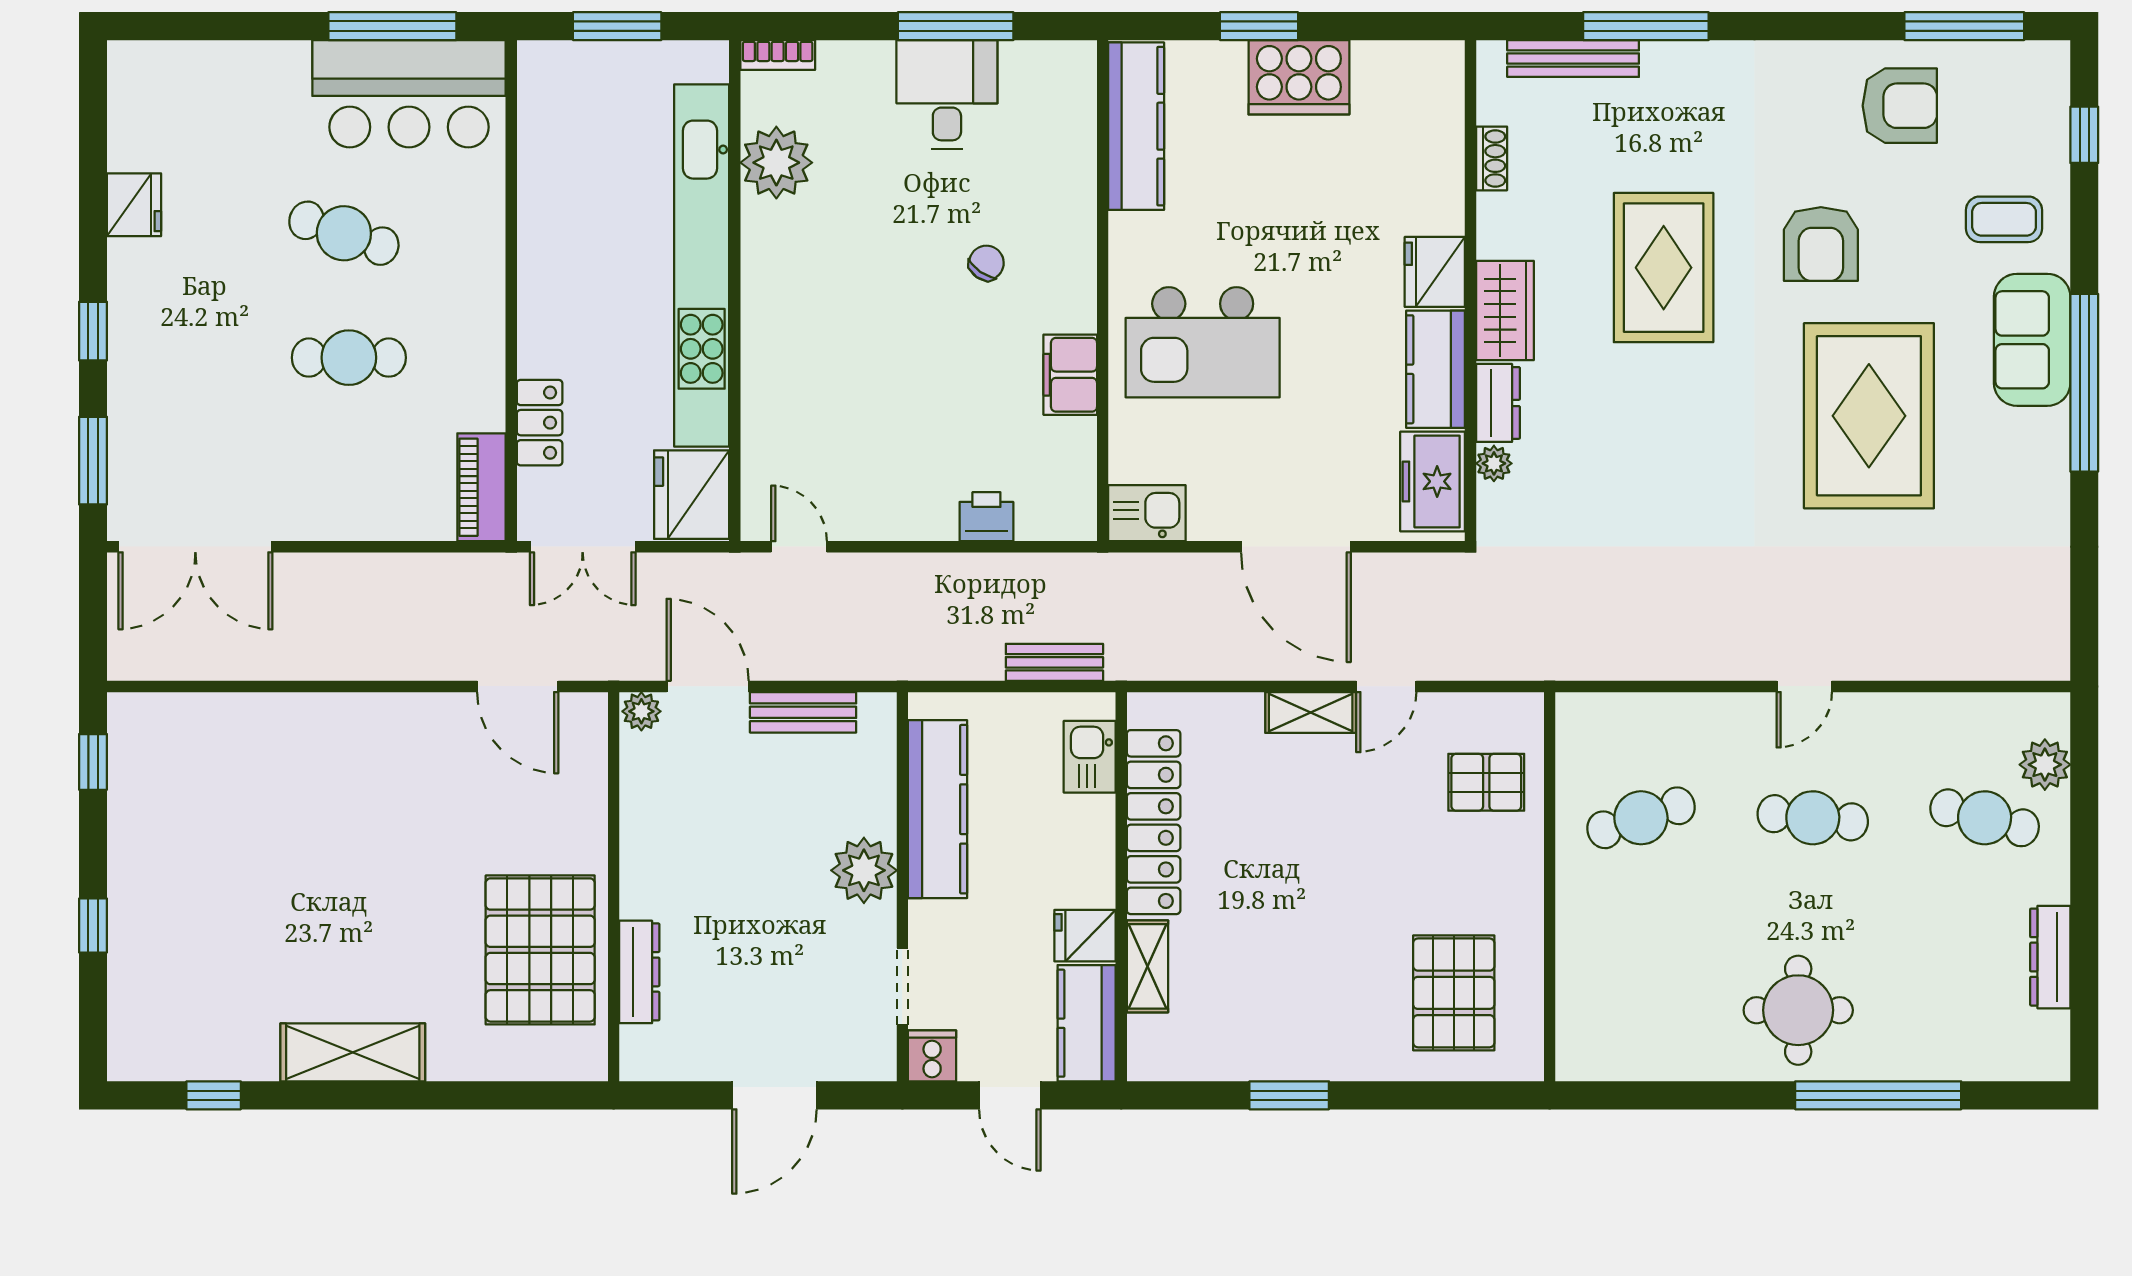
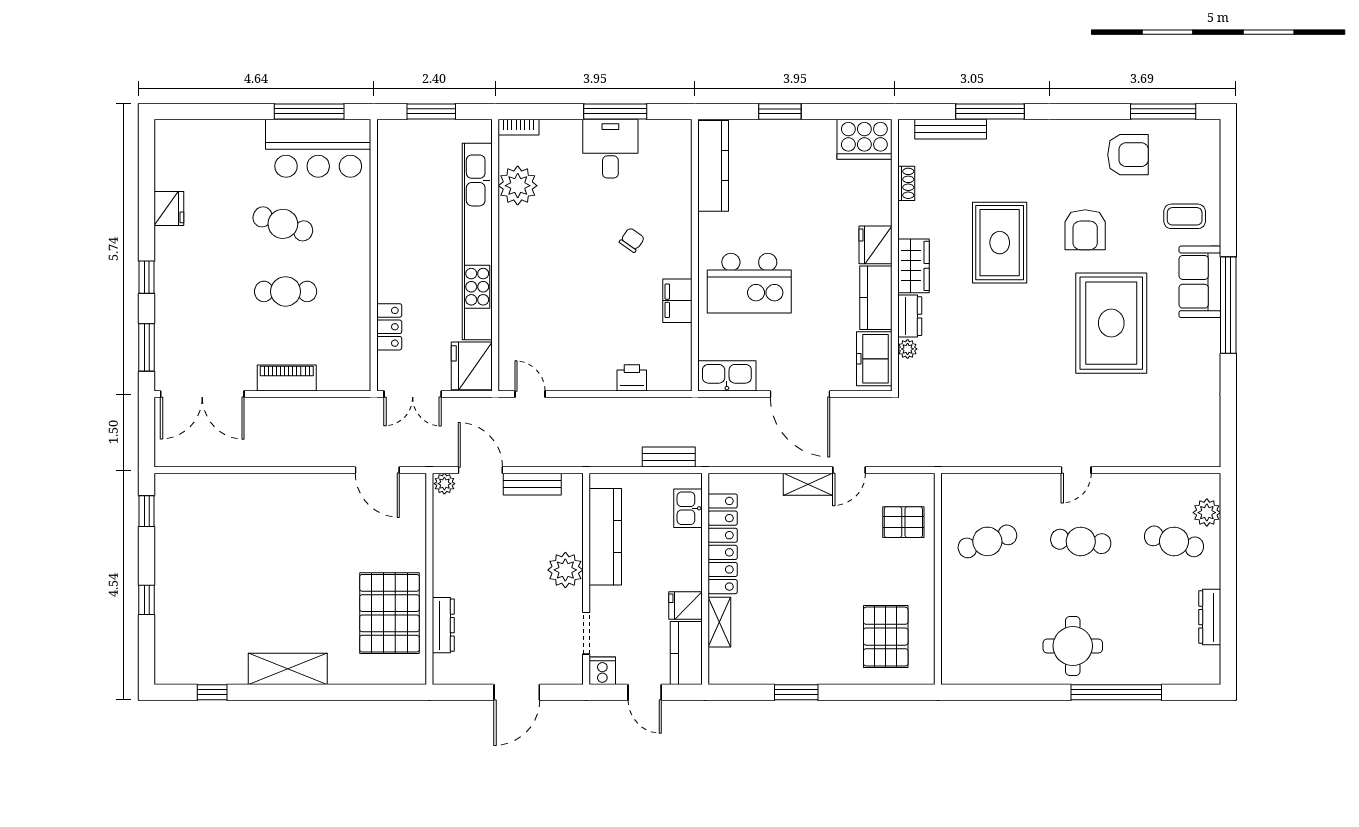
cooker: (1299, 77) -> (864, 139), moved
window: (2084, 135) -> (1228, 170), removed
piano: (481, 487) -> (287, 378), moved, turned 90
kitchen sink: (1147, 513) -> (727, 376), width x1.38

